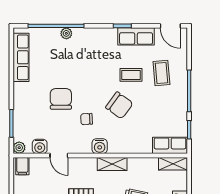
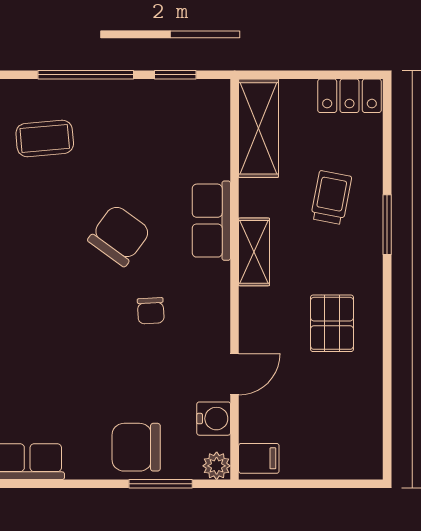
coffee table: (131, 75) -> (49, 208), removed
chair: (61, 99) -> (136, 447), moved
row of seats: (170, 145) -> (211, 221), moved
water cooler: (100, 146) -> (213, 281), removed
shelving: (173, 164) -> (259, 128), width x1.50, depth x1.33

